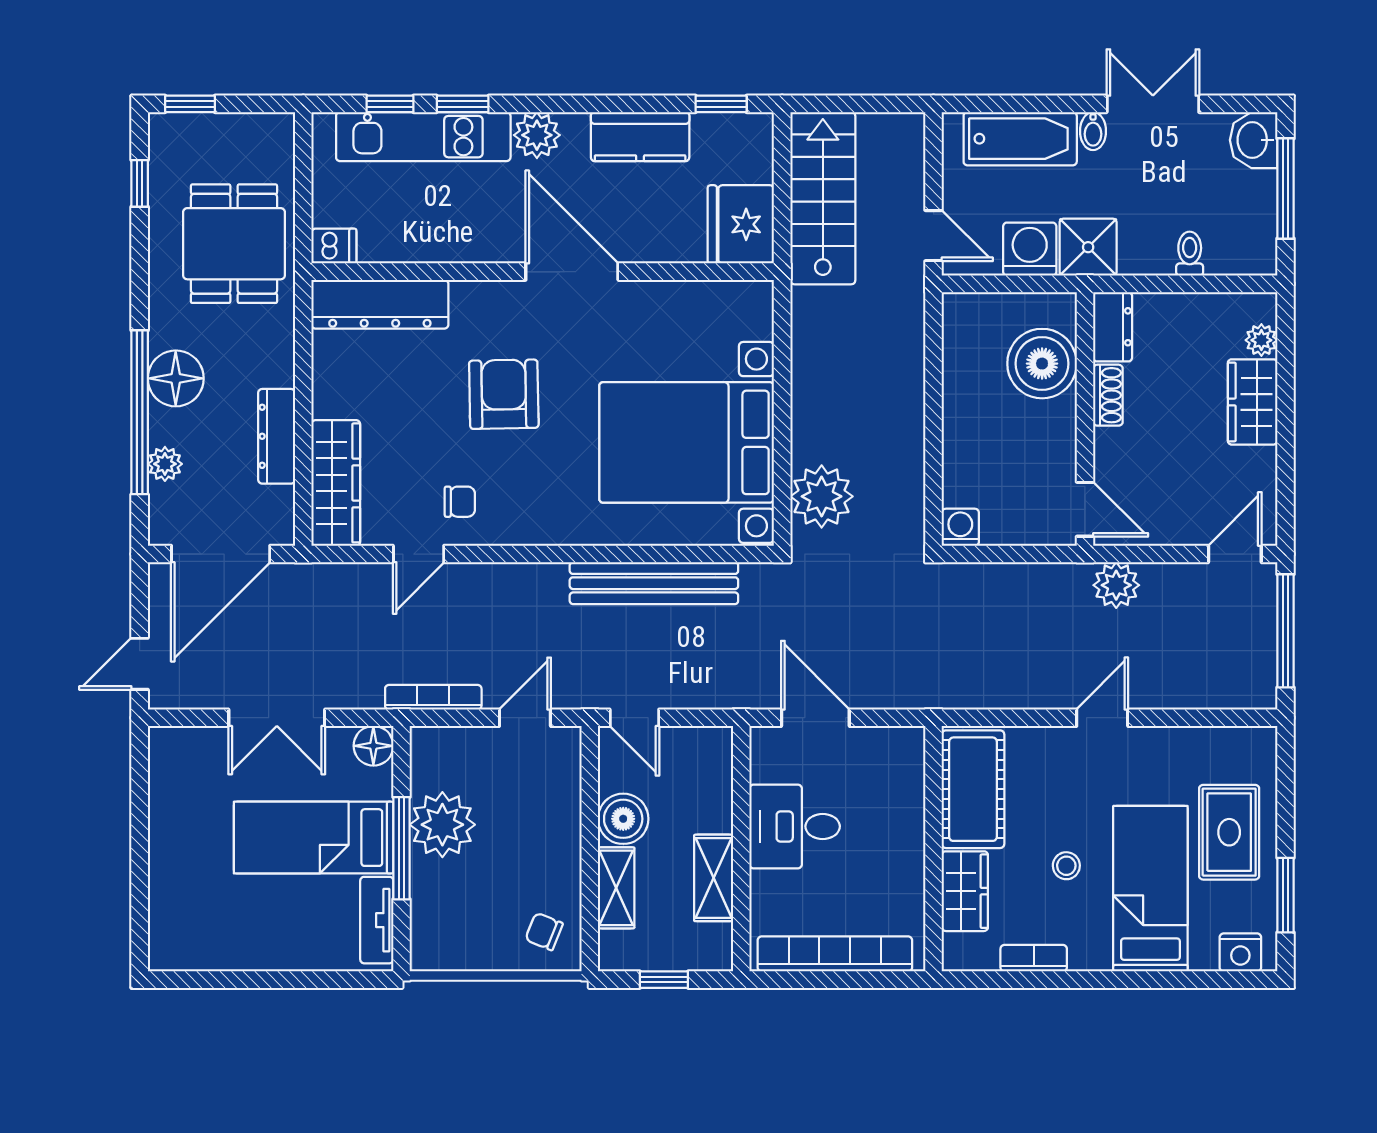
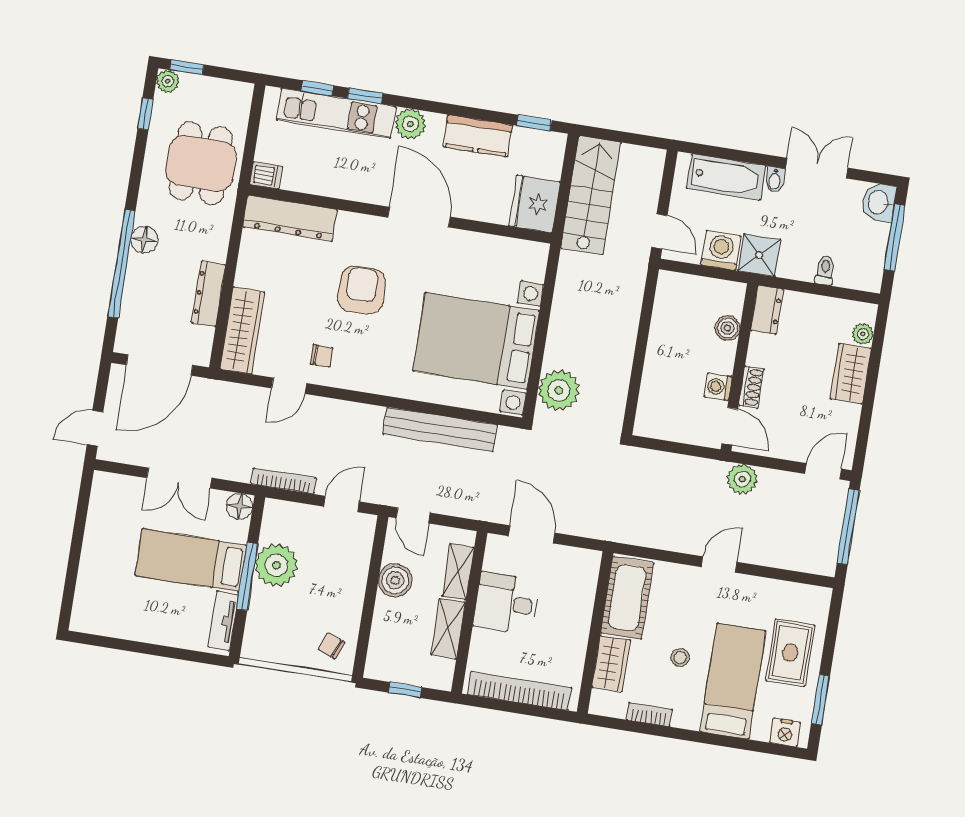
boiler: (1042, 364) -> (727, 328), width x0.54, depth x0.54
floor lamp: (176, 378) -> (144, 240), width x0.73, depth x0.73
shoe rack: (1108, 395) -> (751, 387), moved
plant: (165, 464) -> (168, 81), moved
washing machine: (960, 527) -> (718, 387), moved, turned -90
shelving: (616, 888) -> (458, 572), moved

